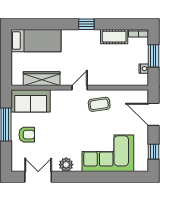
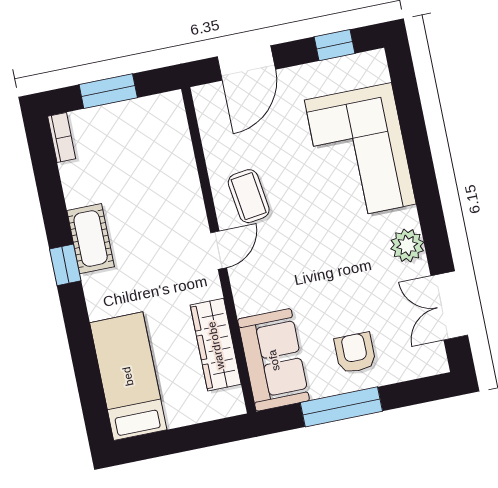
cot: (114, 37) -> (91, 239), moved
nightstand: (144, 69) -> (143, 108), removed
door: (80, 88) -> (219, 250), swing flipped

